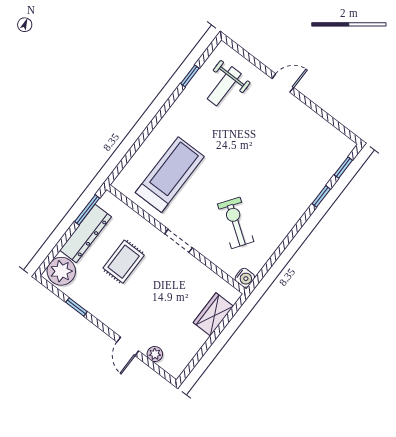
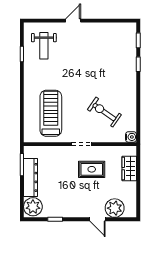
rug: (124, 262) -> (92, 169), moved, turned 90
plant: (155, 354) -> (115, 208), width x1.88, depth x1.88

